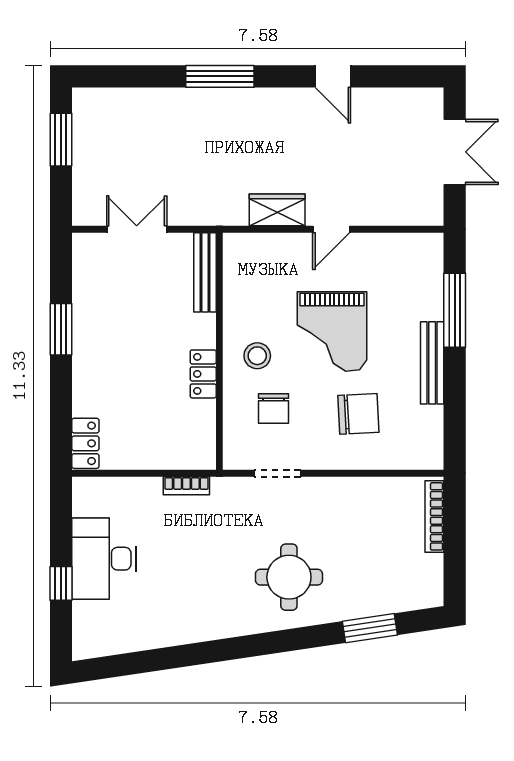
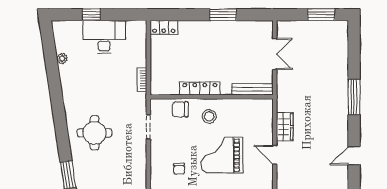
locker: (203, 374) -> (200, 88), width x1.53
chair: (274, 408) -> (180, 109), moved
chair: (358, 414) -> (179, 169), width x0.54, depth x0.54
plant: (146, 640) -> (62, 59), added

